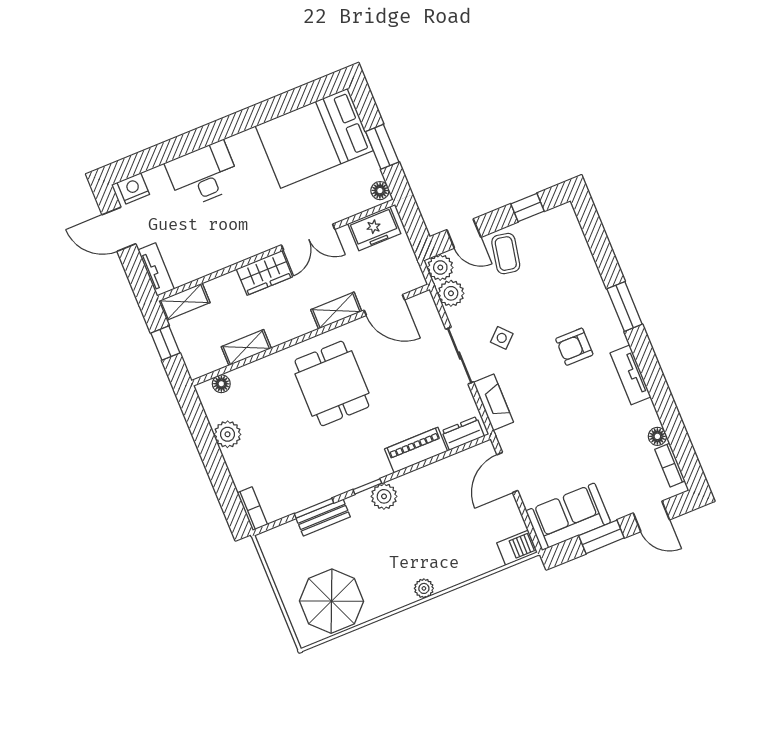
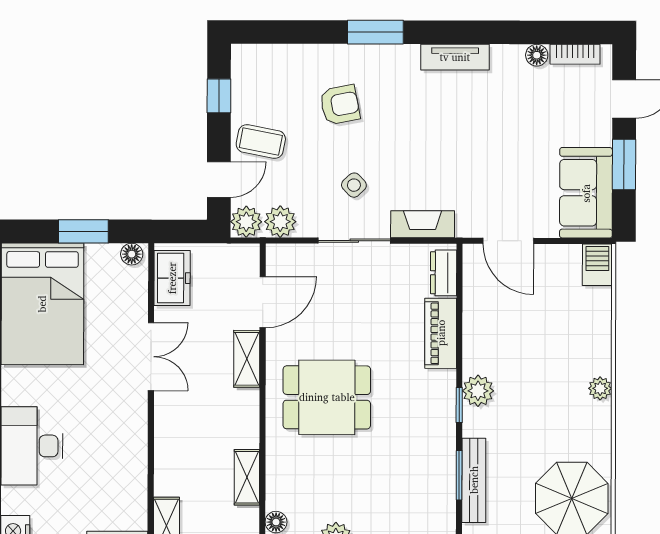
wardrobe: (264, 273) -> (171, 422), removed
armchair: (574, 347) -> (340, 105), moved, turned -101
bench: (323, 518) -> (474, 480), width x1.36

